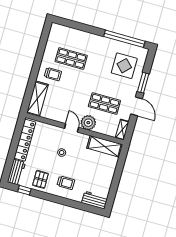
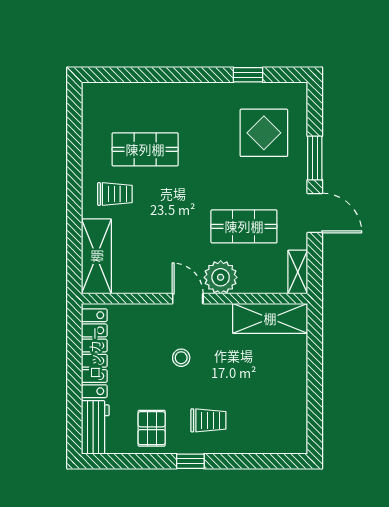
window: (124, 39) -> (248, 75), width x0.32
window: (24, 190) -> (190, 461), moved
workbench: (95, 200) -> (281, 440), removed

